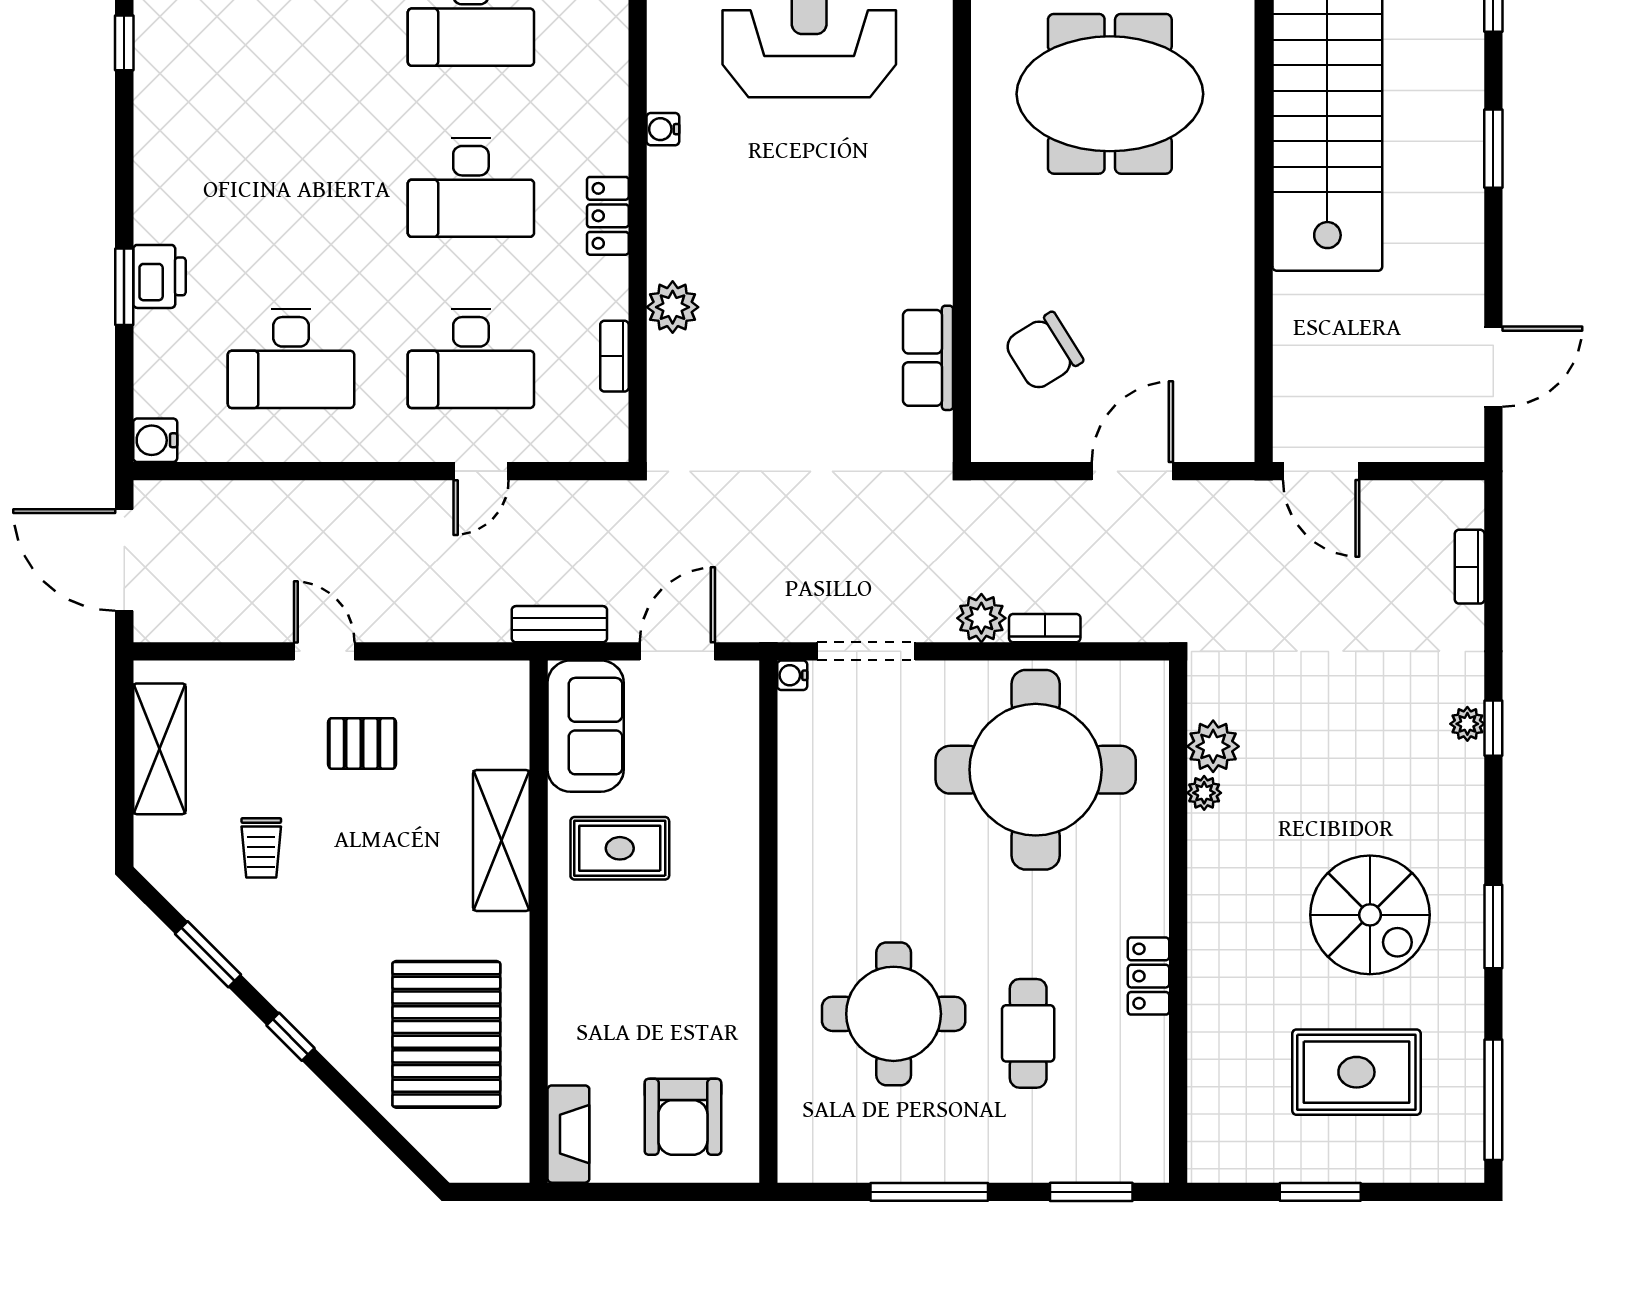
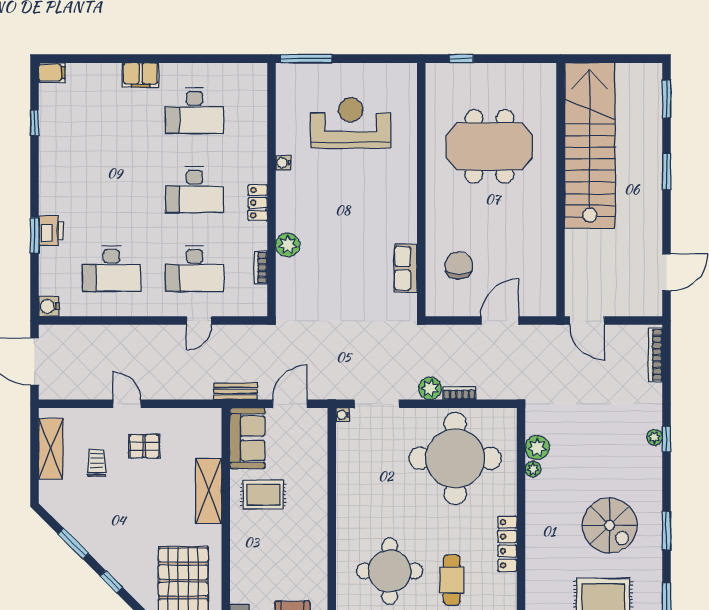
chair: (1043, 352) -> (459, 265), turned 122
bookcase: (1470, 567) -> (656, 355), width x1.56
trolley: (261, 848) -> (97, 463), moved, turned 180
locker: (1149, 976) -> (507, 544), width x1.53

